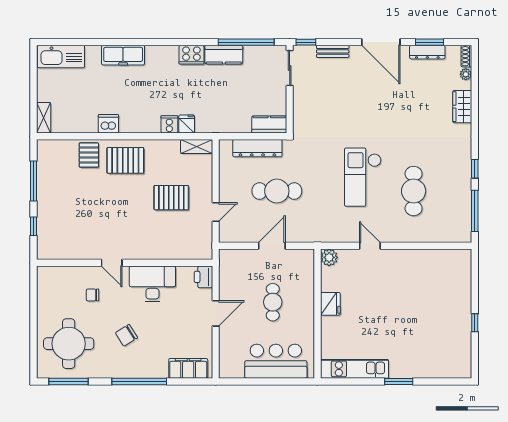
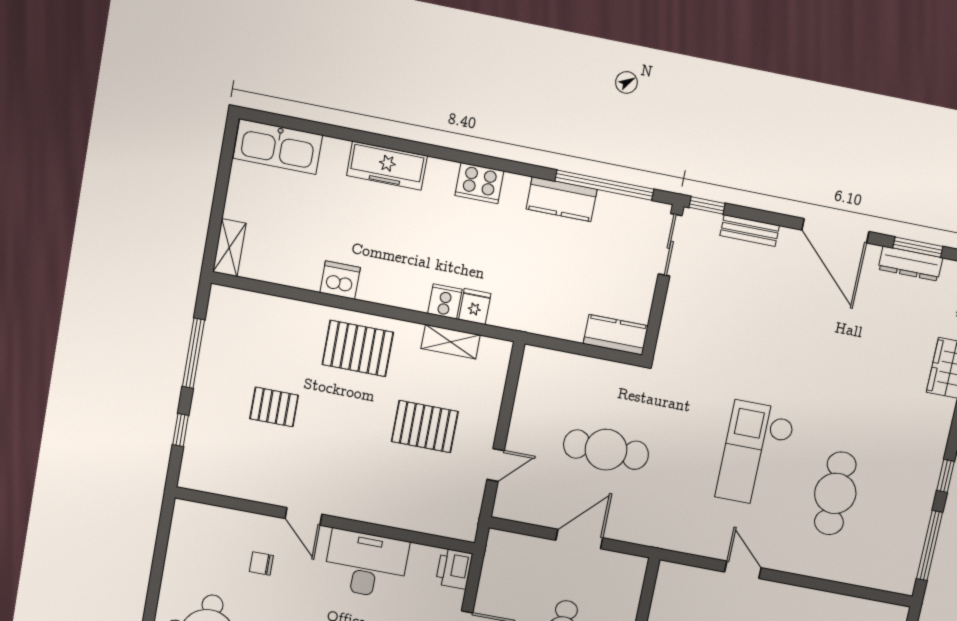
cooker: (191, 55) -> (479, 183), moved
shelving: (197, 147) -> (451, 342), moved
dresser: (257, 148) -> (588, 371), removed
pallet: (89, 155) -> (274, 407), moved, turned 90
plant: (329, 257) -> (671, 576), removed

